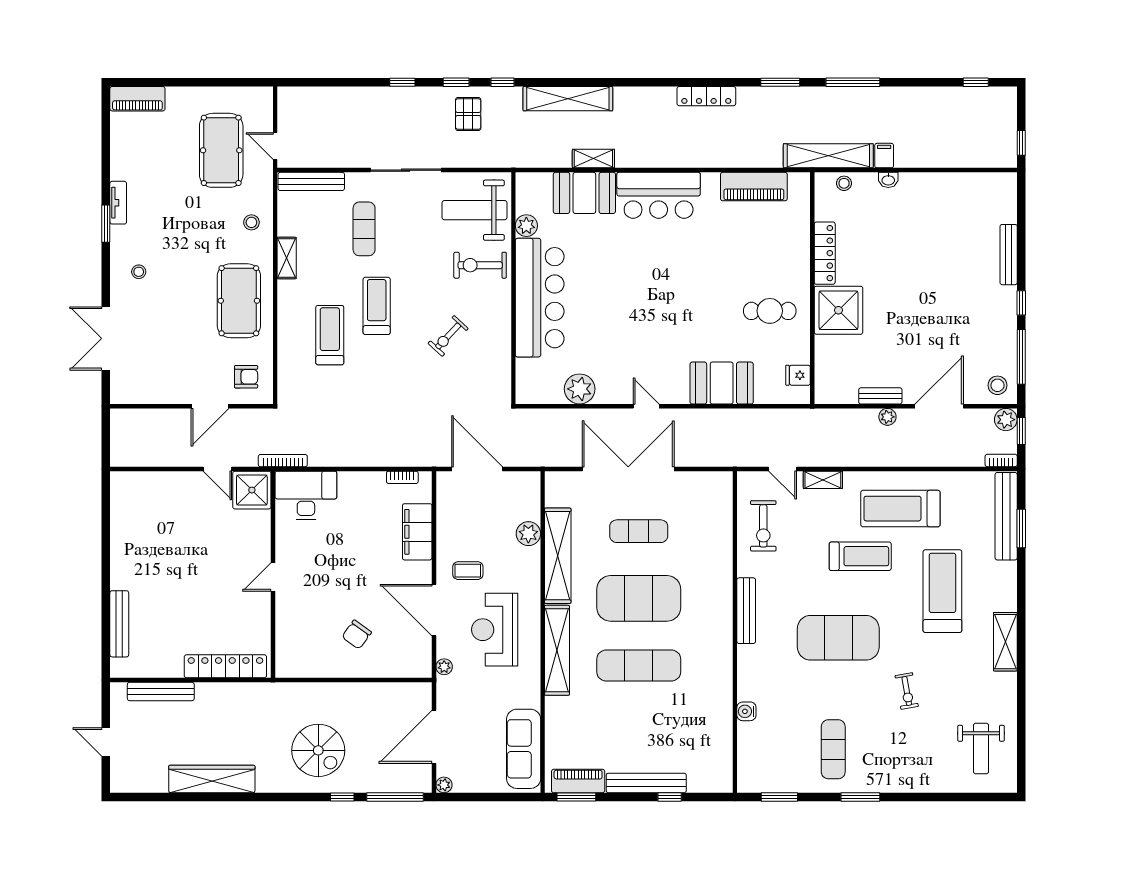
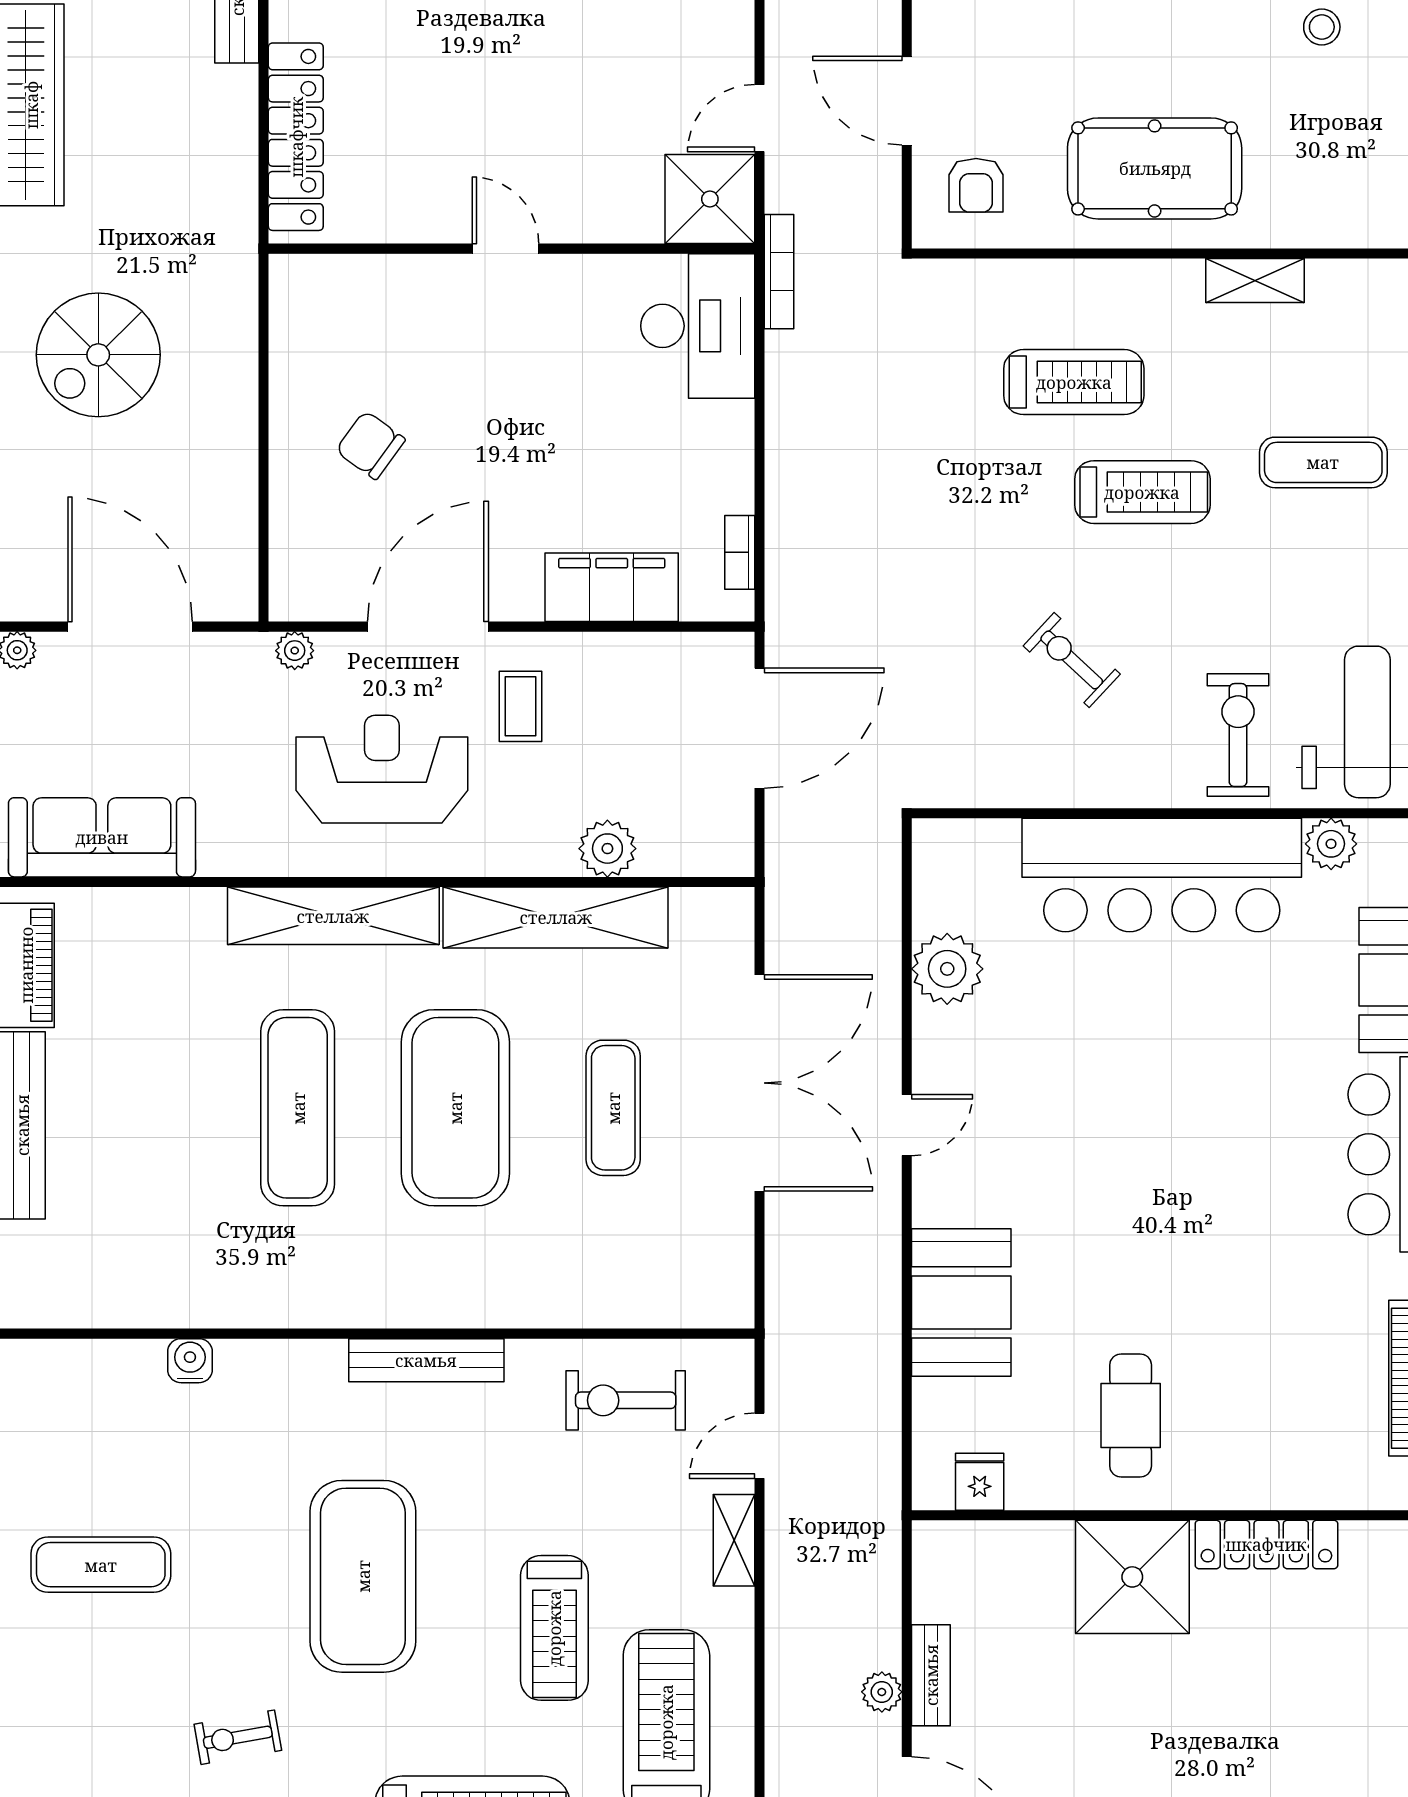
stool: (251, 222) -> (1322, 27), moved

